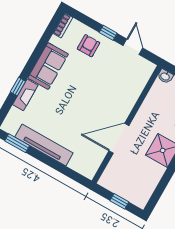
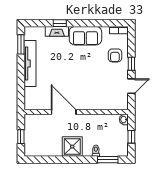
armchair: (88, 46) -> (115, 55), turned 90

